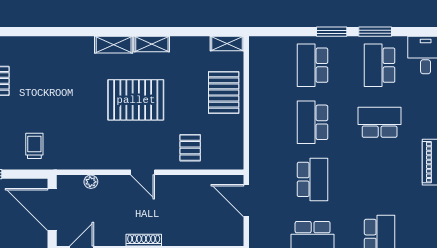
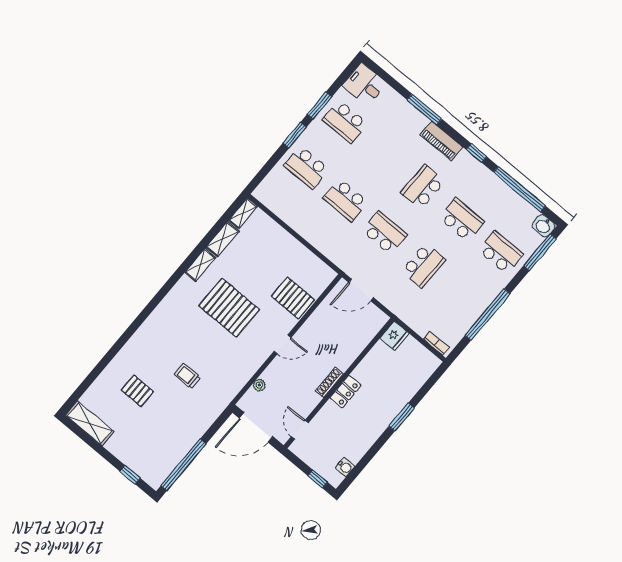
shelving: (114, 45) -> (222, 239), moved
pallet: (224, 92) -> (274, 244), removed
pallet: (136, 100) -> (229, 308), turned 90
school desk: (380, 122) -> (423, 187), moved
trolley: (34, 146) -> (187, 376), moved
pallet: (190, 148) -> (293, 298), width x1.50, depth x1.42

